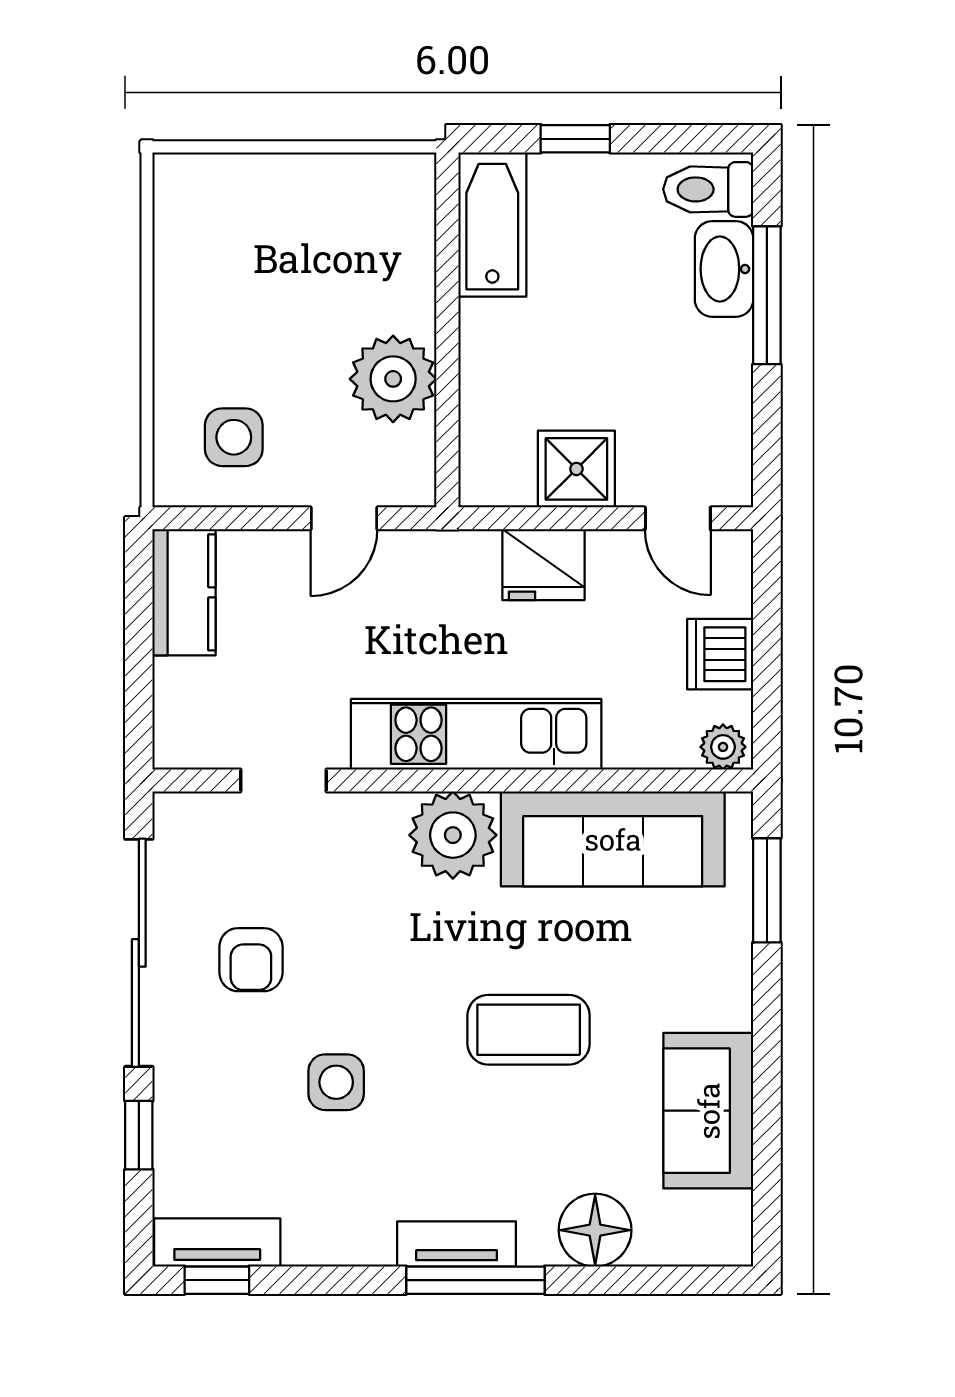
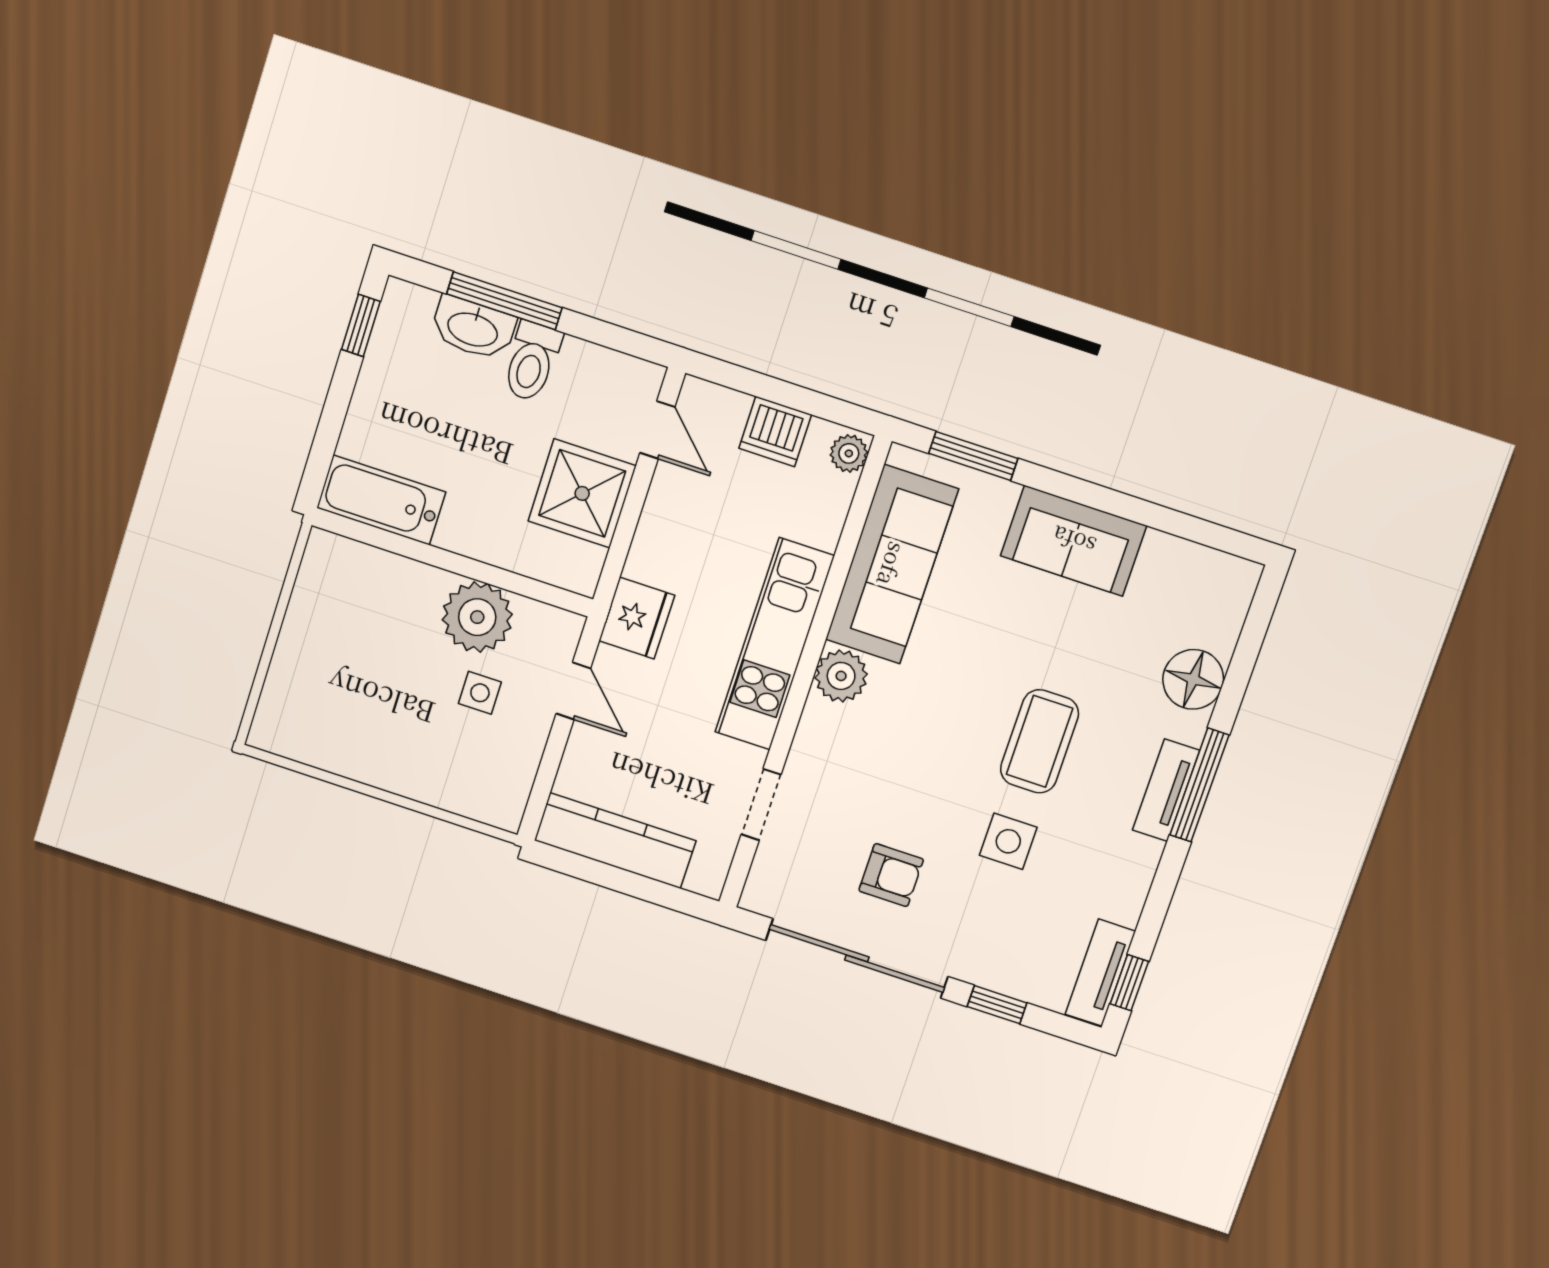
window: (575, 139) -> (361, 325), moved
toilet: (708, 189) -> (532, 361), moved
side table: (234, 437) -> (480, 693), moved, width x0.73, depth x0.73
shower: (576, 469) -> (582, 493), width x1.36, depth x1.36
door: (678, 518) -> (657, 430), hinge flipped
fridge: (543, 565) -> (637, 618), moved
kitchen counter: (184, 592) -> (615, 841), width x1.50
plant: (453, 835) -> (841, 676), width x0.73, depth x0.73
coffee table: (529, 1030) -> (1040, 741), moved
sofa: (708, 1111) -> (1074, 541), moved

